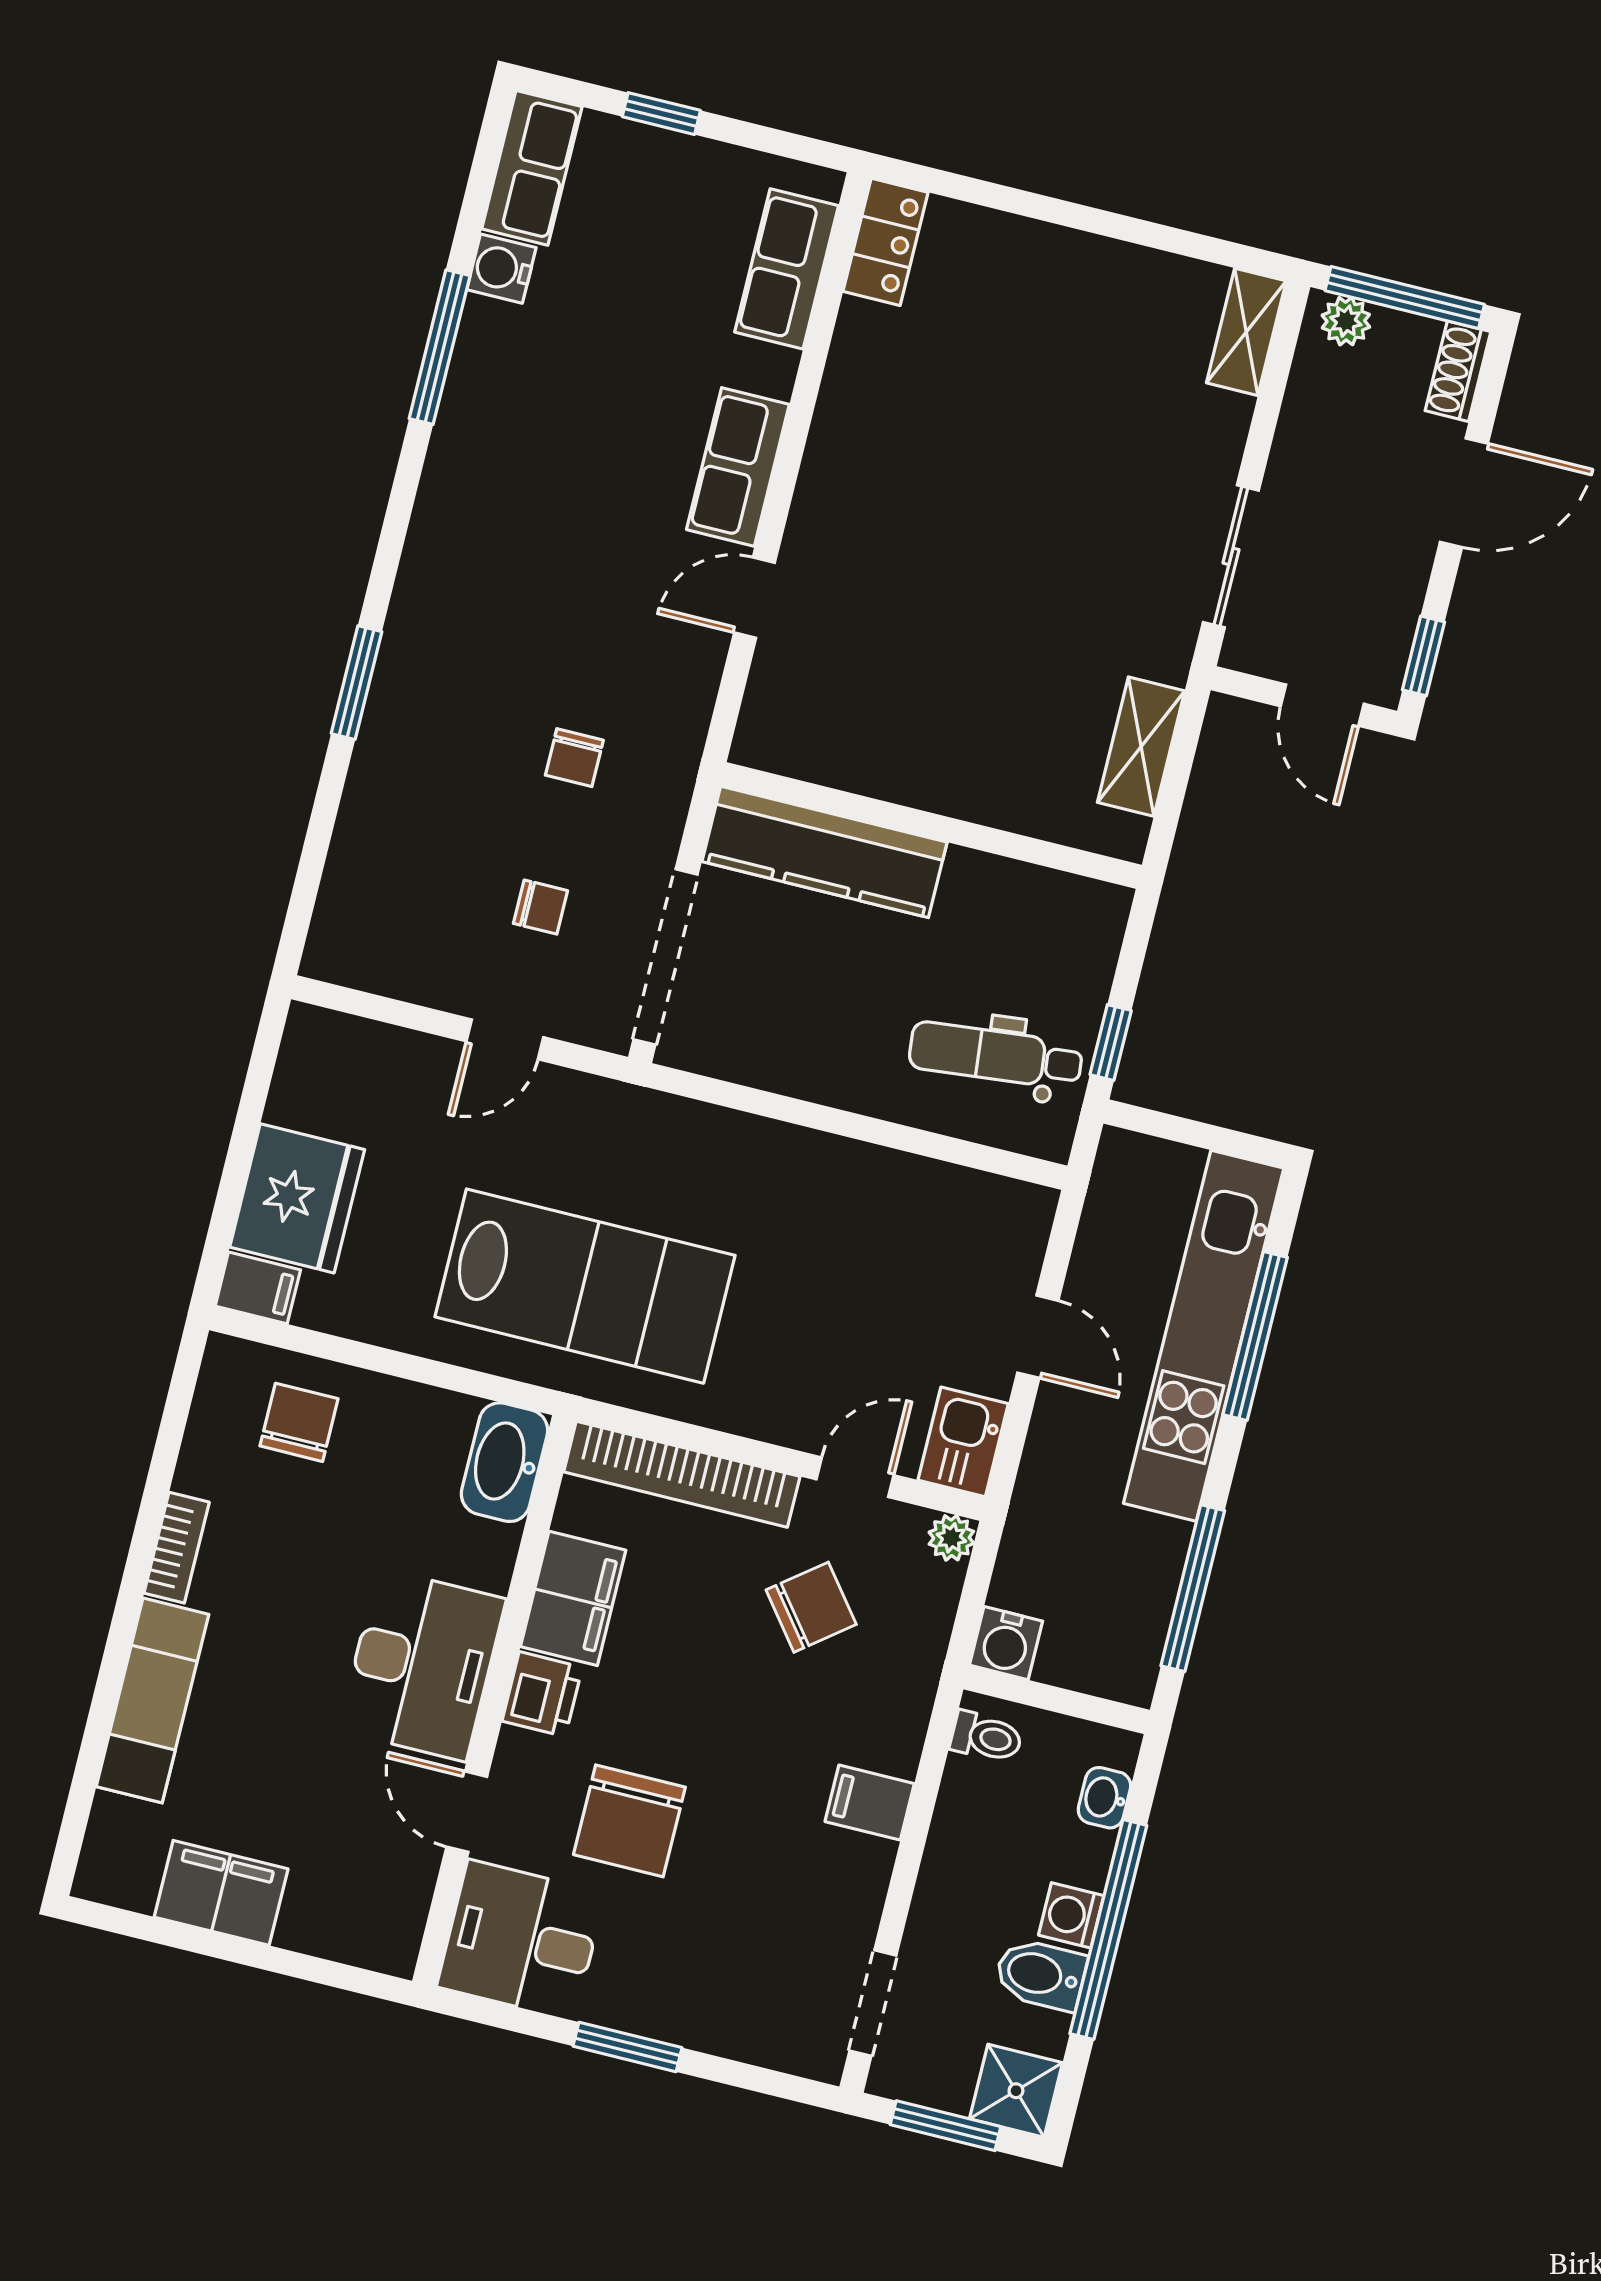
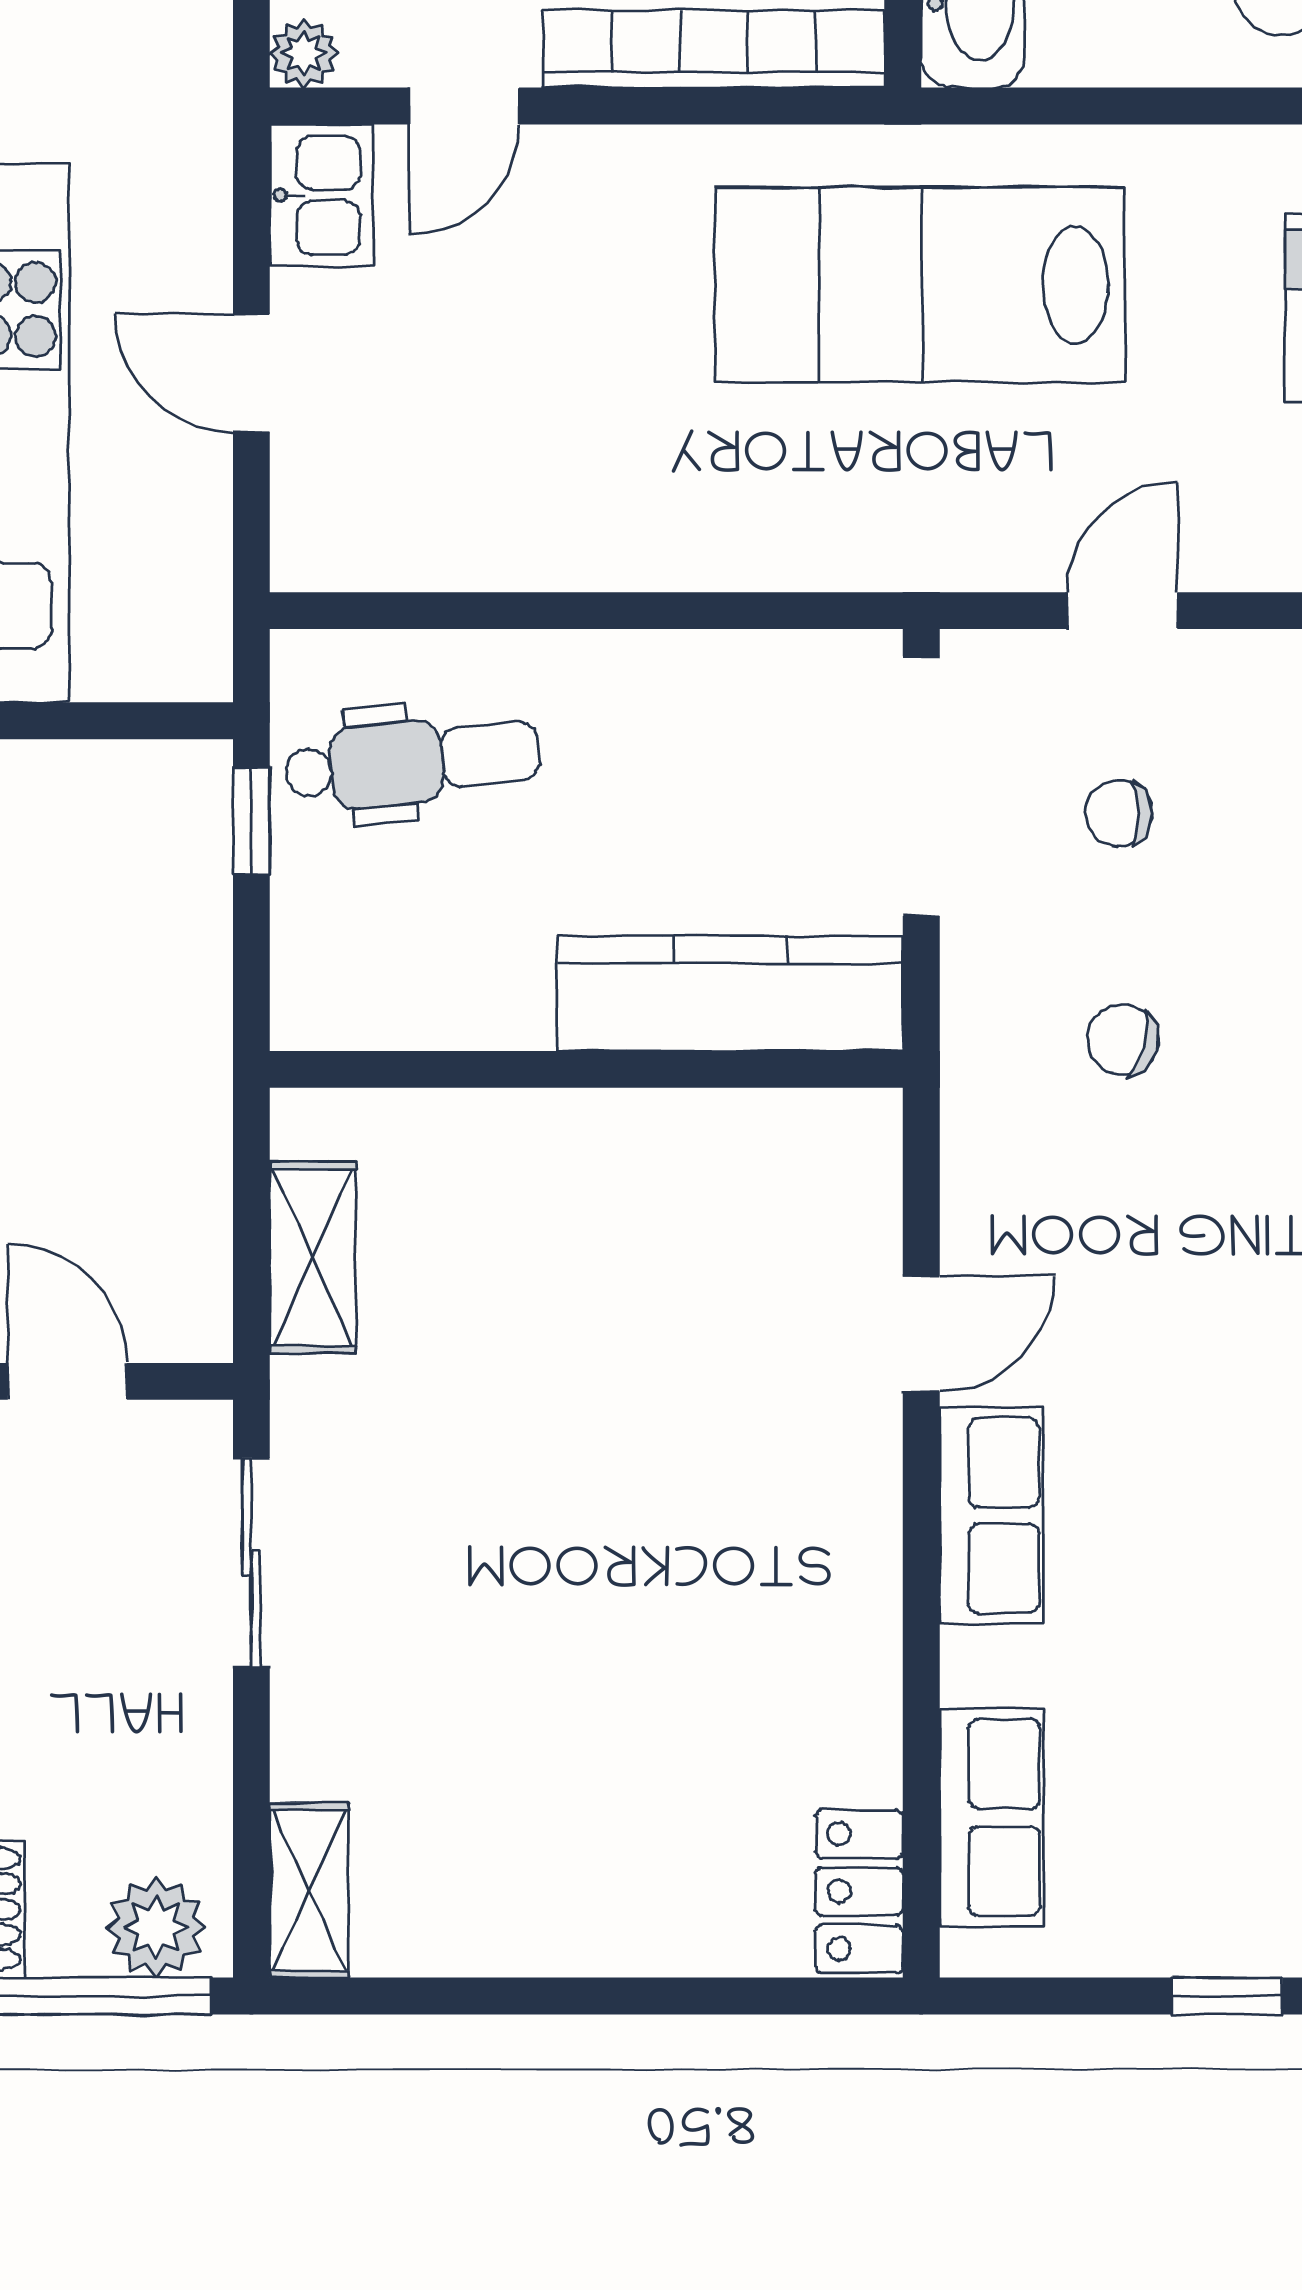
plant: (1346, 321) -> (156, 1928), width x1.38, depth x1.38
chair: (574, 758) -> (1123, 1040), turned -73

